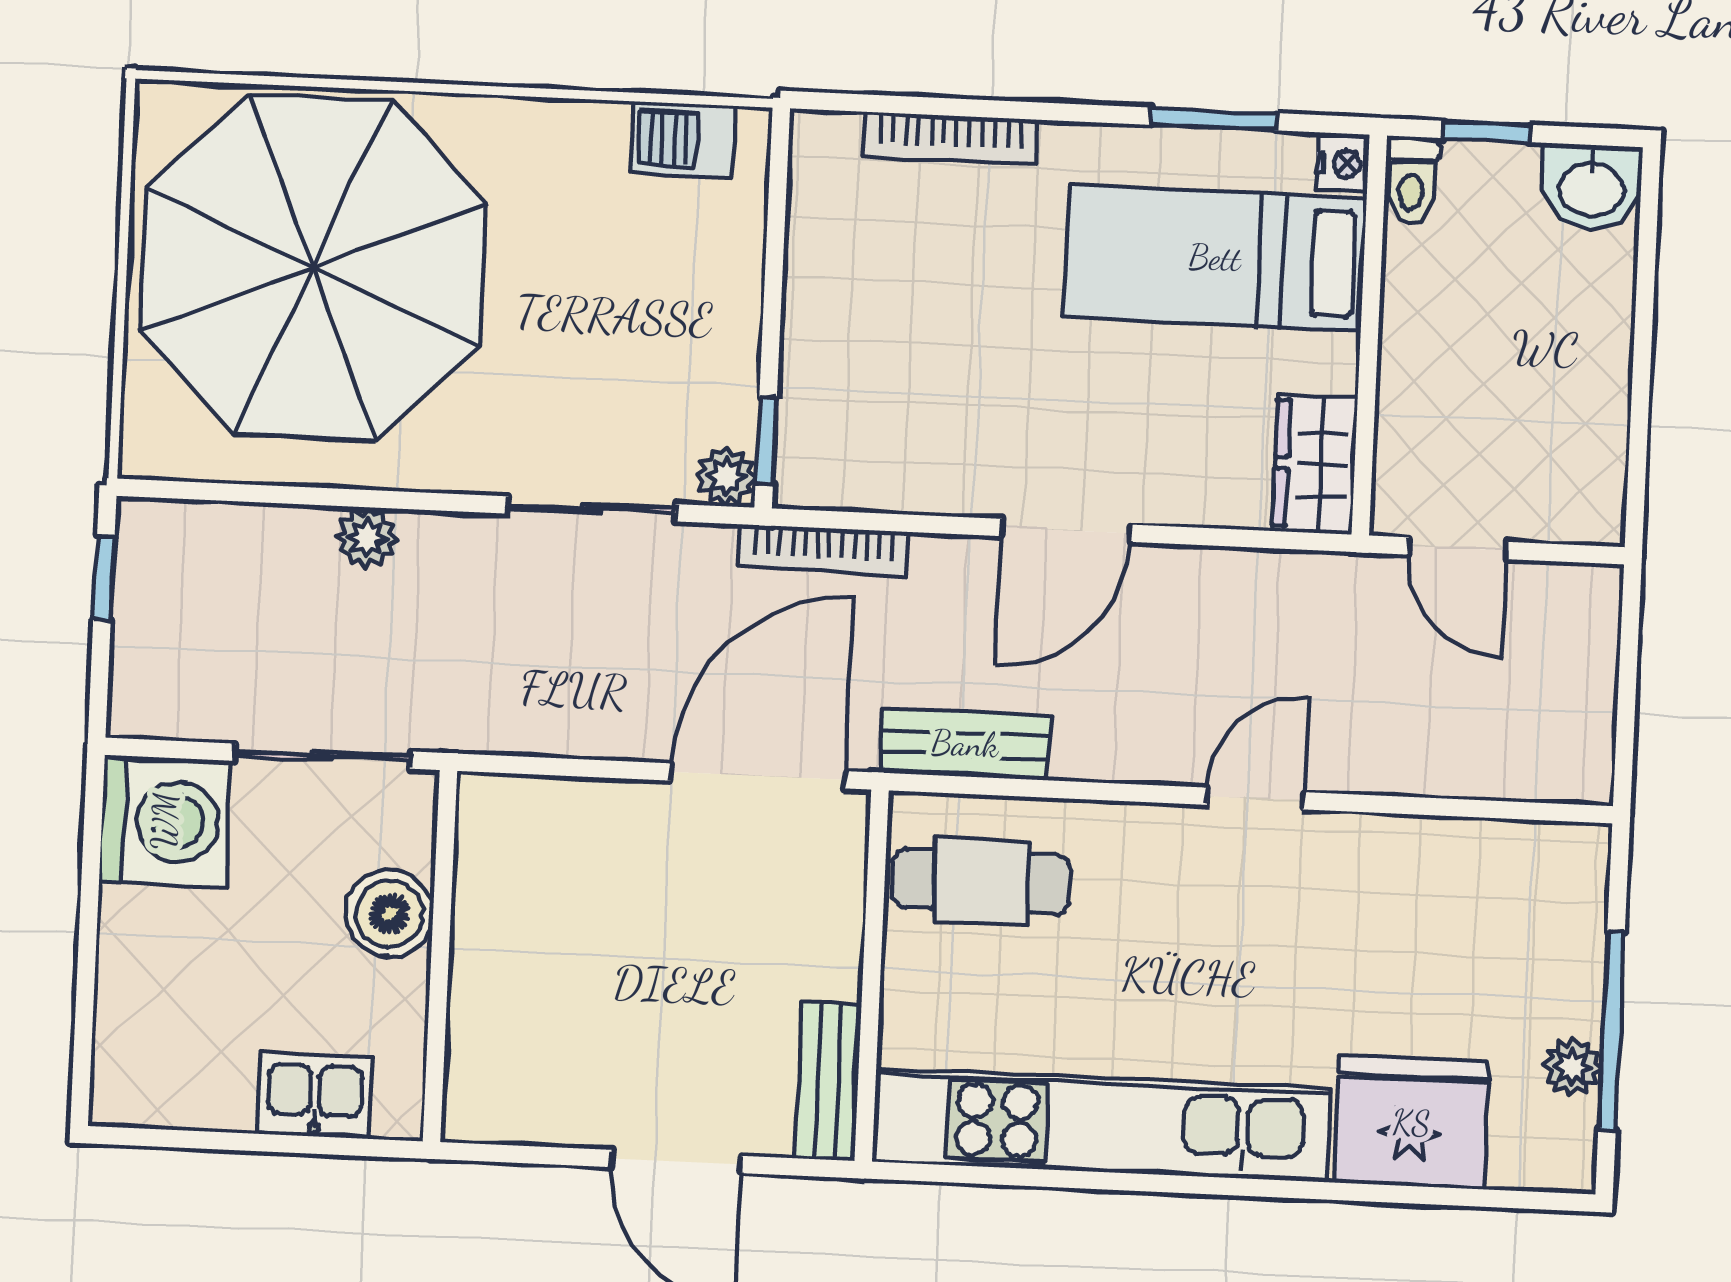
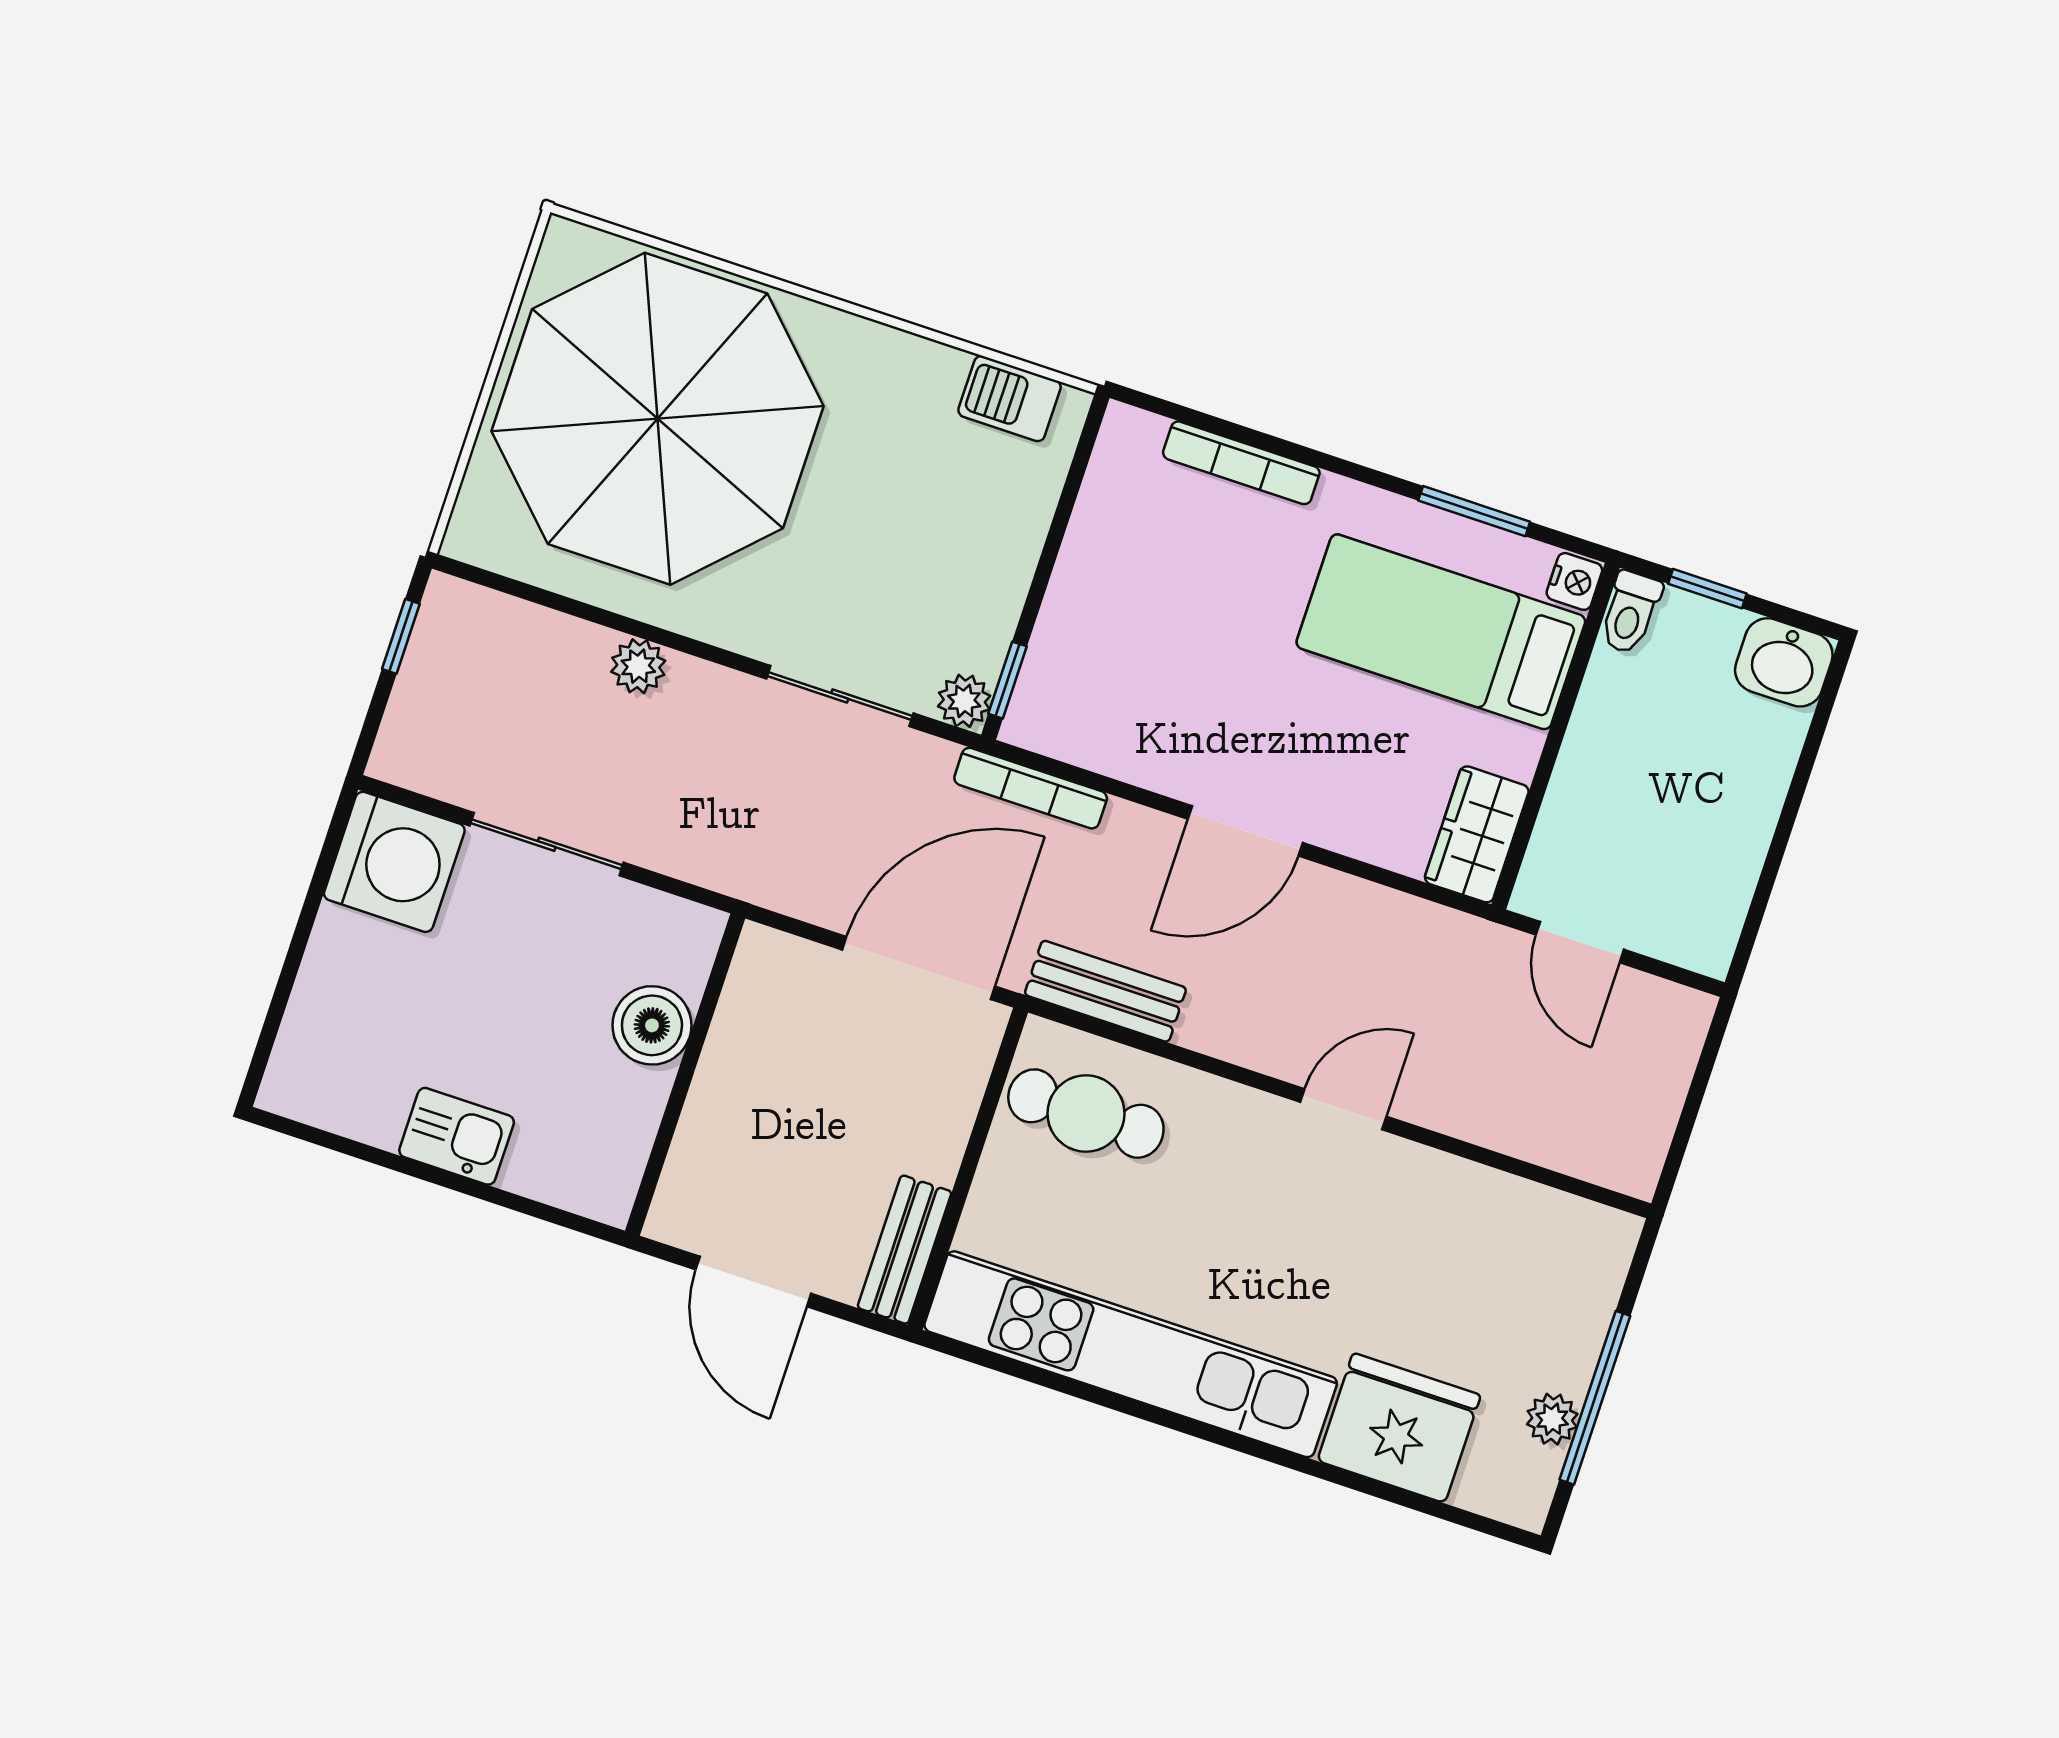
boiler: (389, 913) -> (652, 1025), moved
wall: (440, 956) -> (685, 1075), moved

